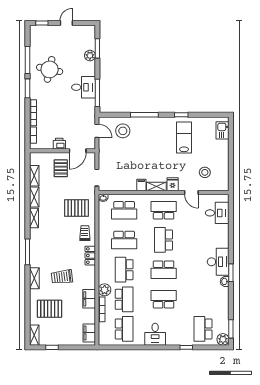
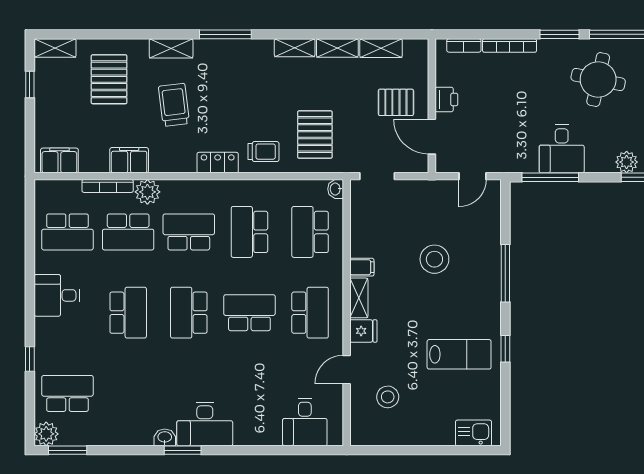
stool: (123, 131) -> (434, 259), moved

